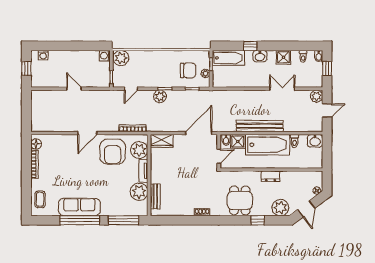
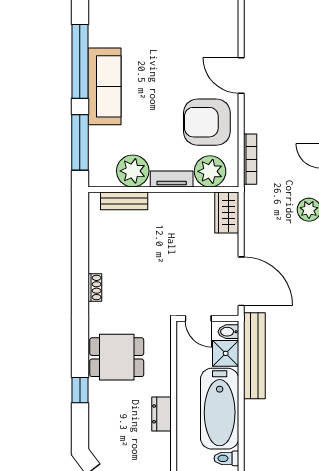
bench: (260, 126) -> (254, 356), moved
sofa: (79, 207) -> (104, 86), moved
plant: (280, 208) -> (103, 432), removed

